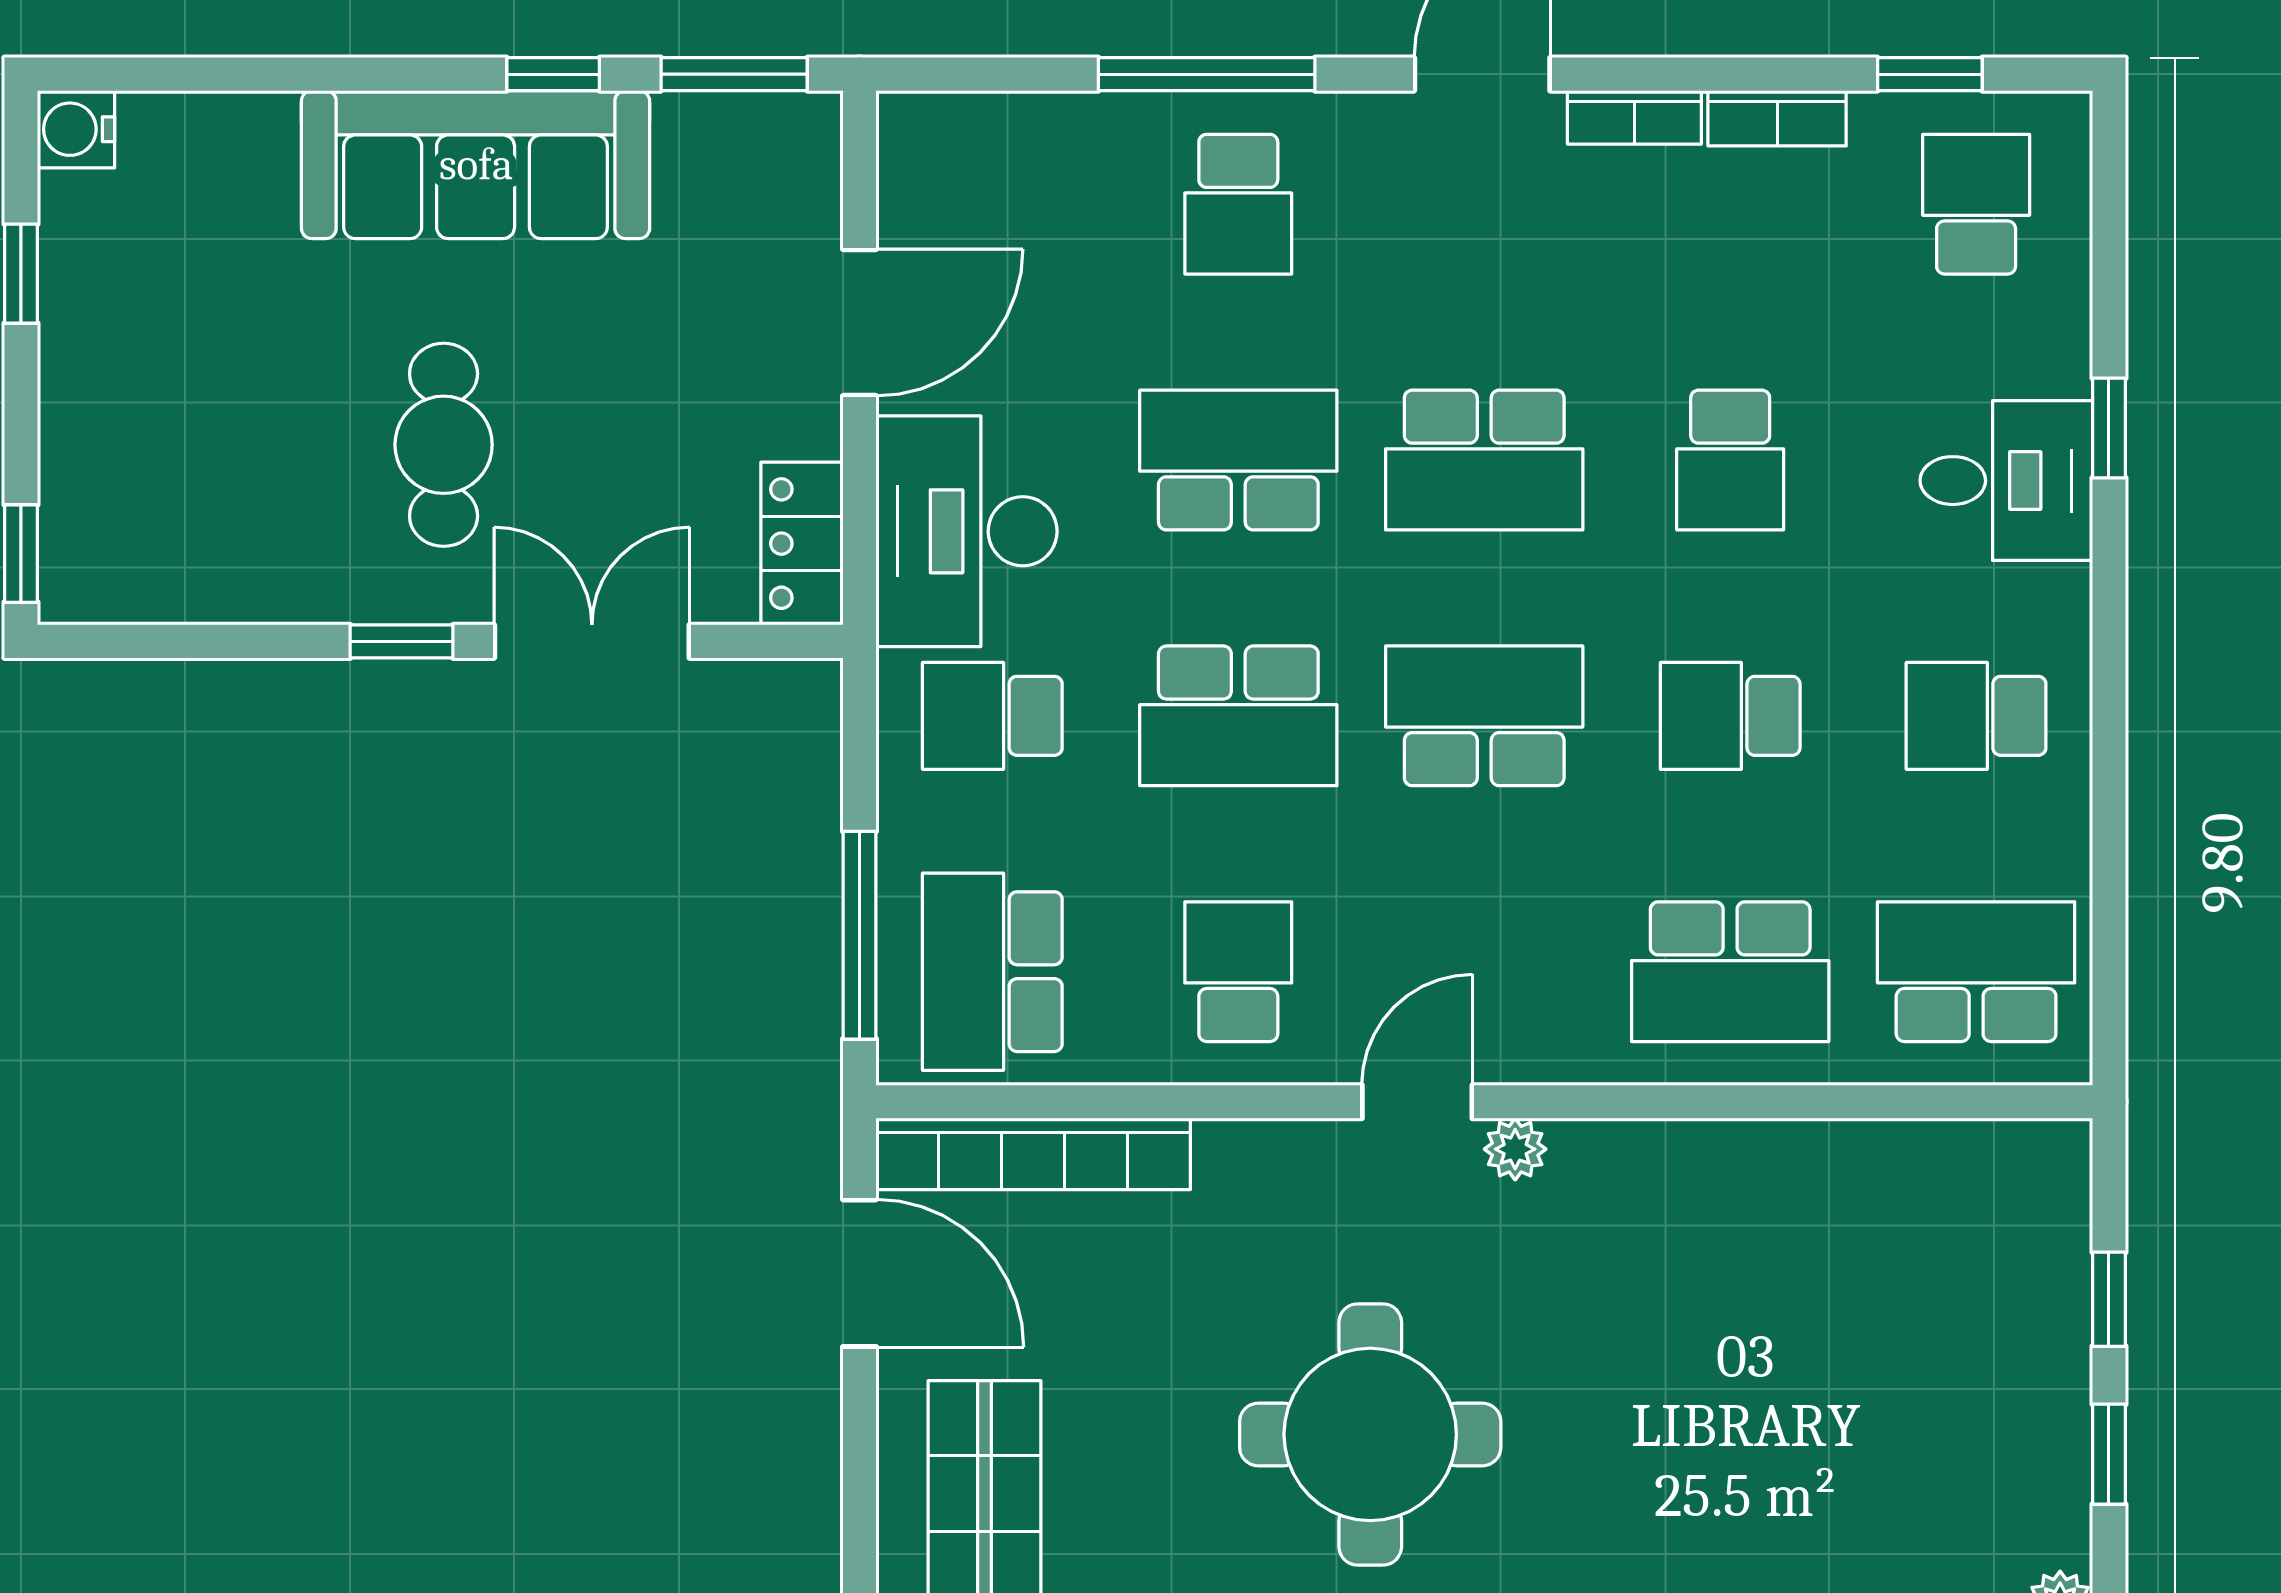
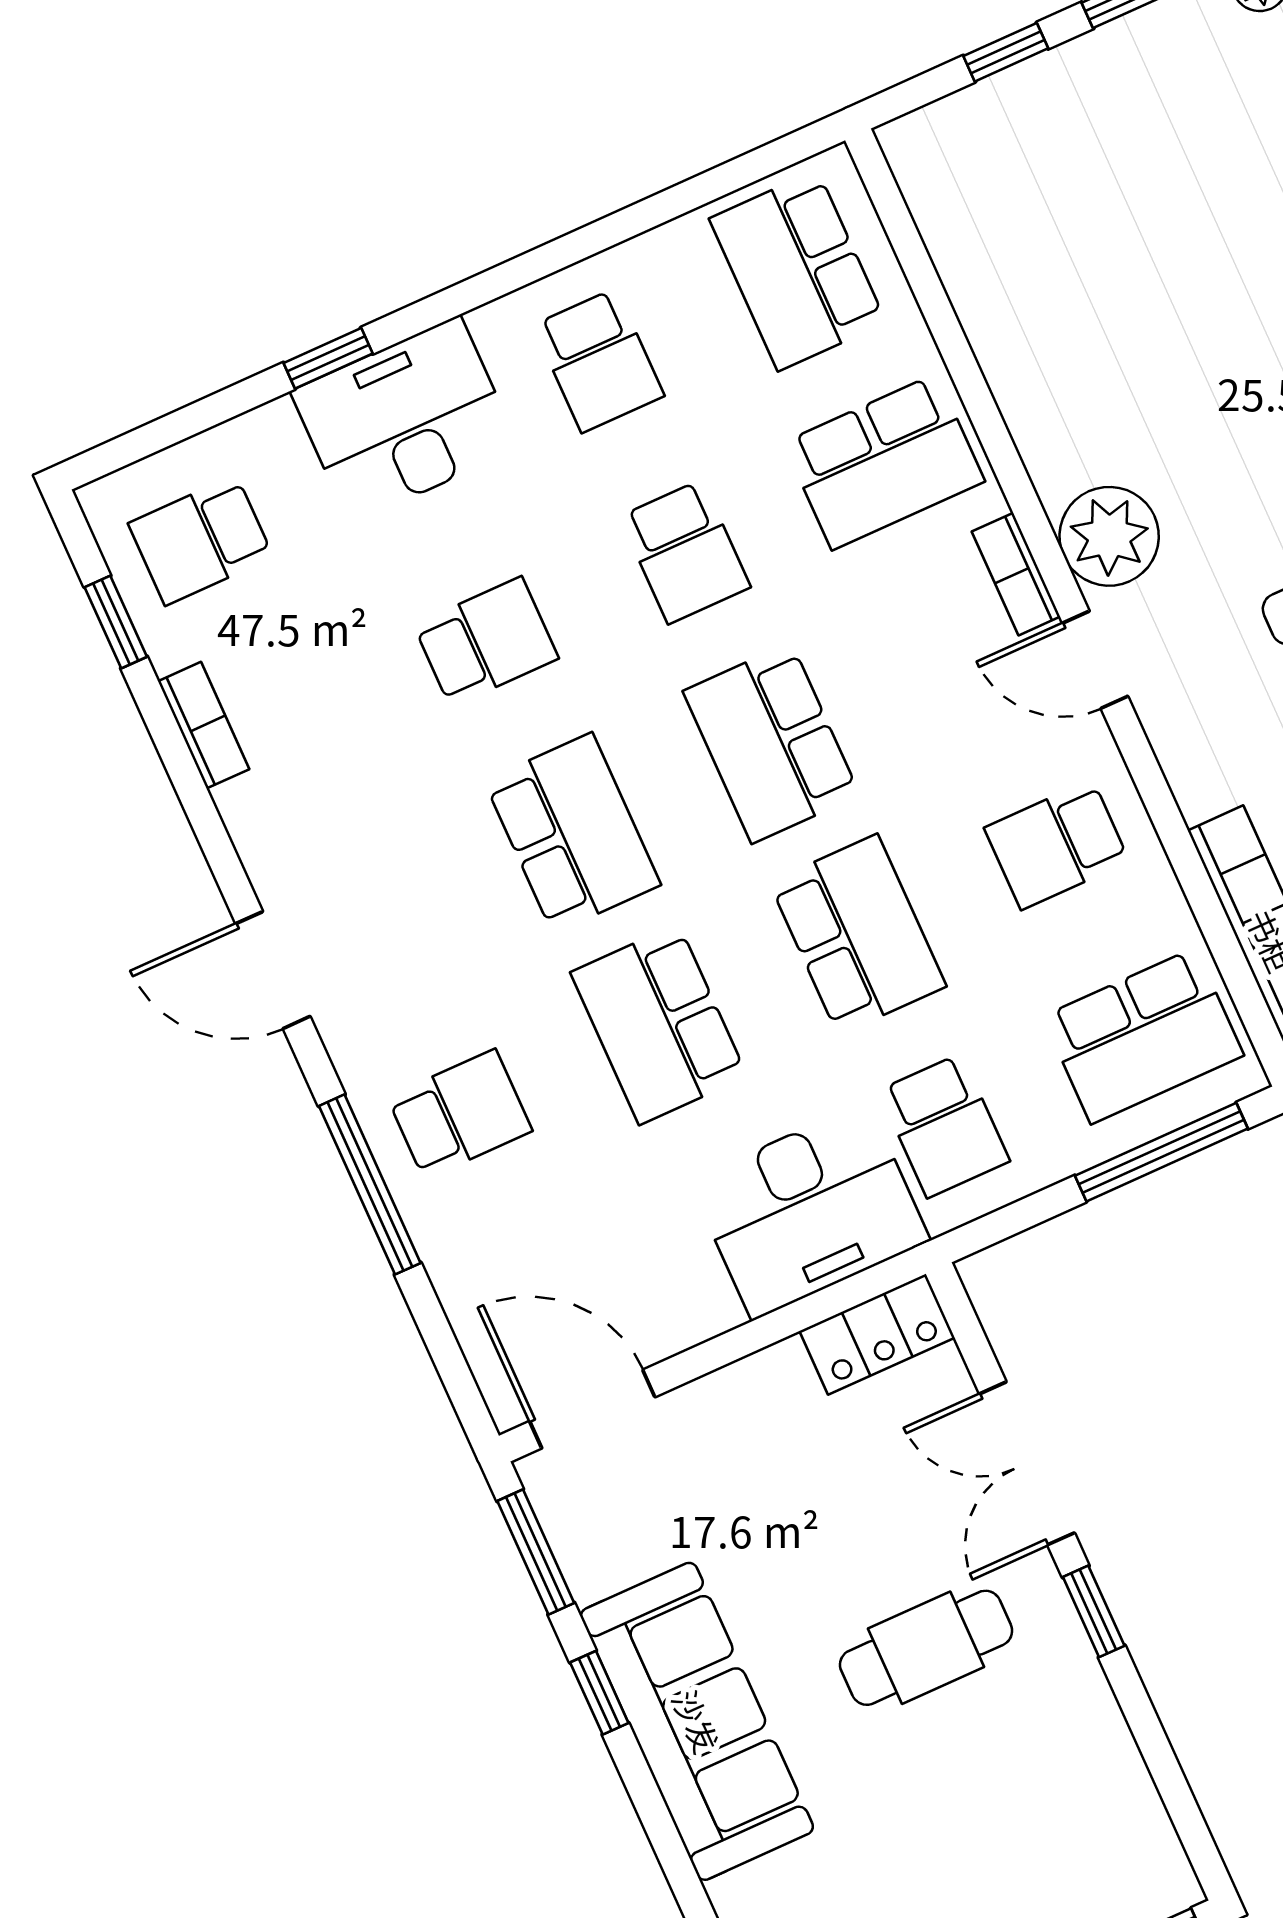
bookcase: (1634, 117) -> (1016, 574), moved, turned 180
door: (859, 323) -> (592, 1409), moved
desk: (2006, 481) -> (405, 420), width x1.37
school desk: (1730, 972) -> (884, 462), turned 90
plant: (1515, 1149) -> (1109, 536), width x1.88, depth x1.88

